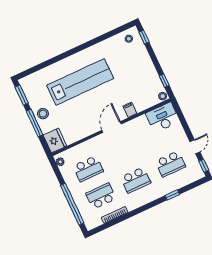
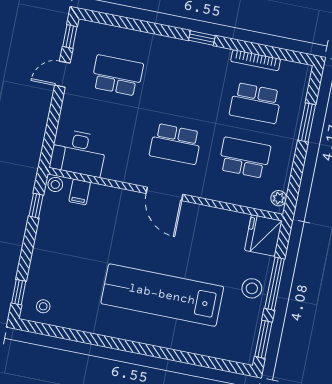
filing cabinet: (130, 110) -> (80, 192), moved
door: (112, 127) -> (164, 194), hinge flipped
school desk: (136, 180) -> (175, 144), moved, turned 180
window: (172, 195) -> (202, 38), moved
window: (72, 204) -> (307, 122), width x0.47

